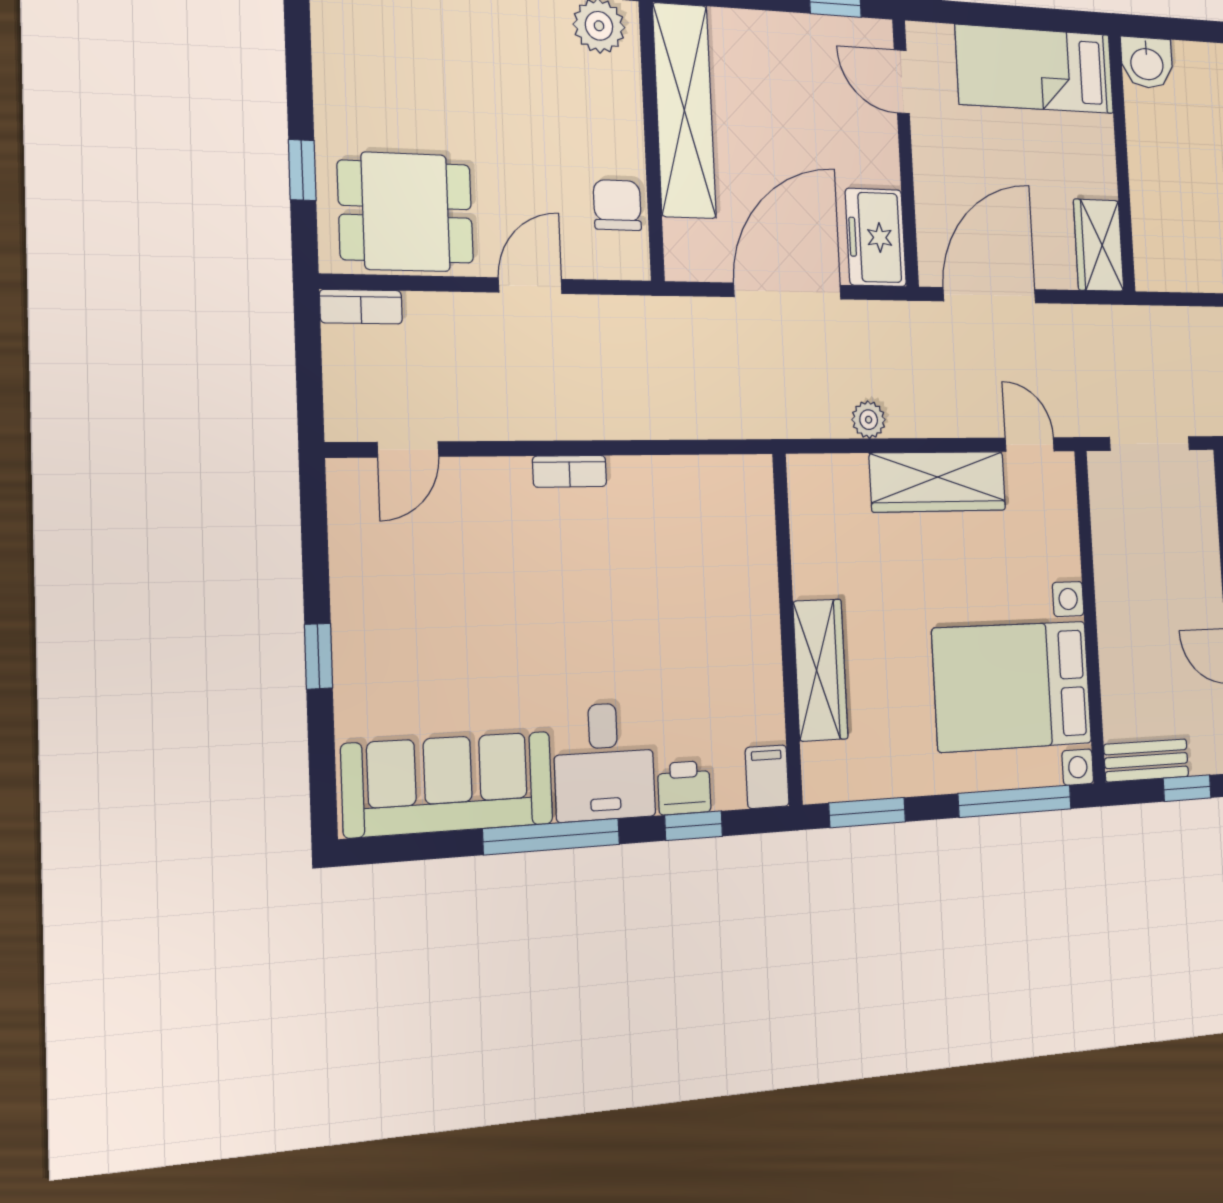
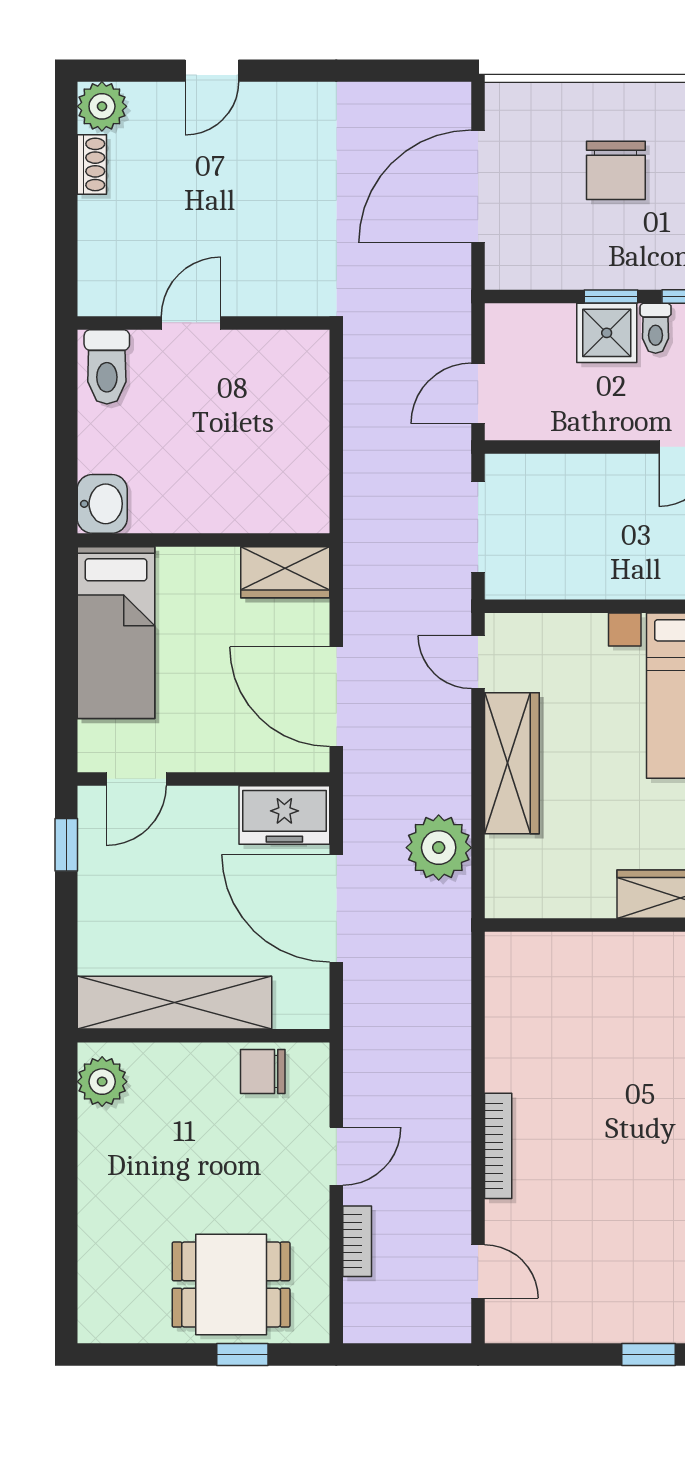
dining table: (406, 212) -> (231, 1285), moved, turned 90
door: (530, 286) -> (336, 1156), swing flipped
bookcase: (361, 307) -> (357, 1241), moved
plant: (869, 420) -> (439, 848), width x1.88, depth x1.88
door: (1030, 445) -> (478, 662), hinge flipped
bookcase: (570, 471) -> (498, 1146), width x1.56

